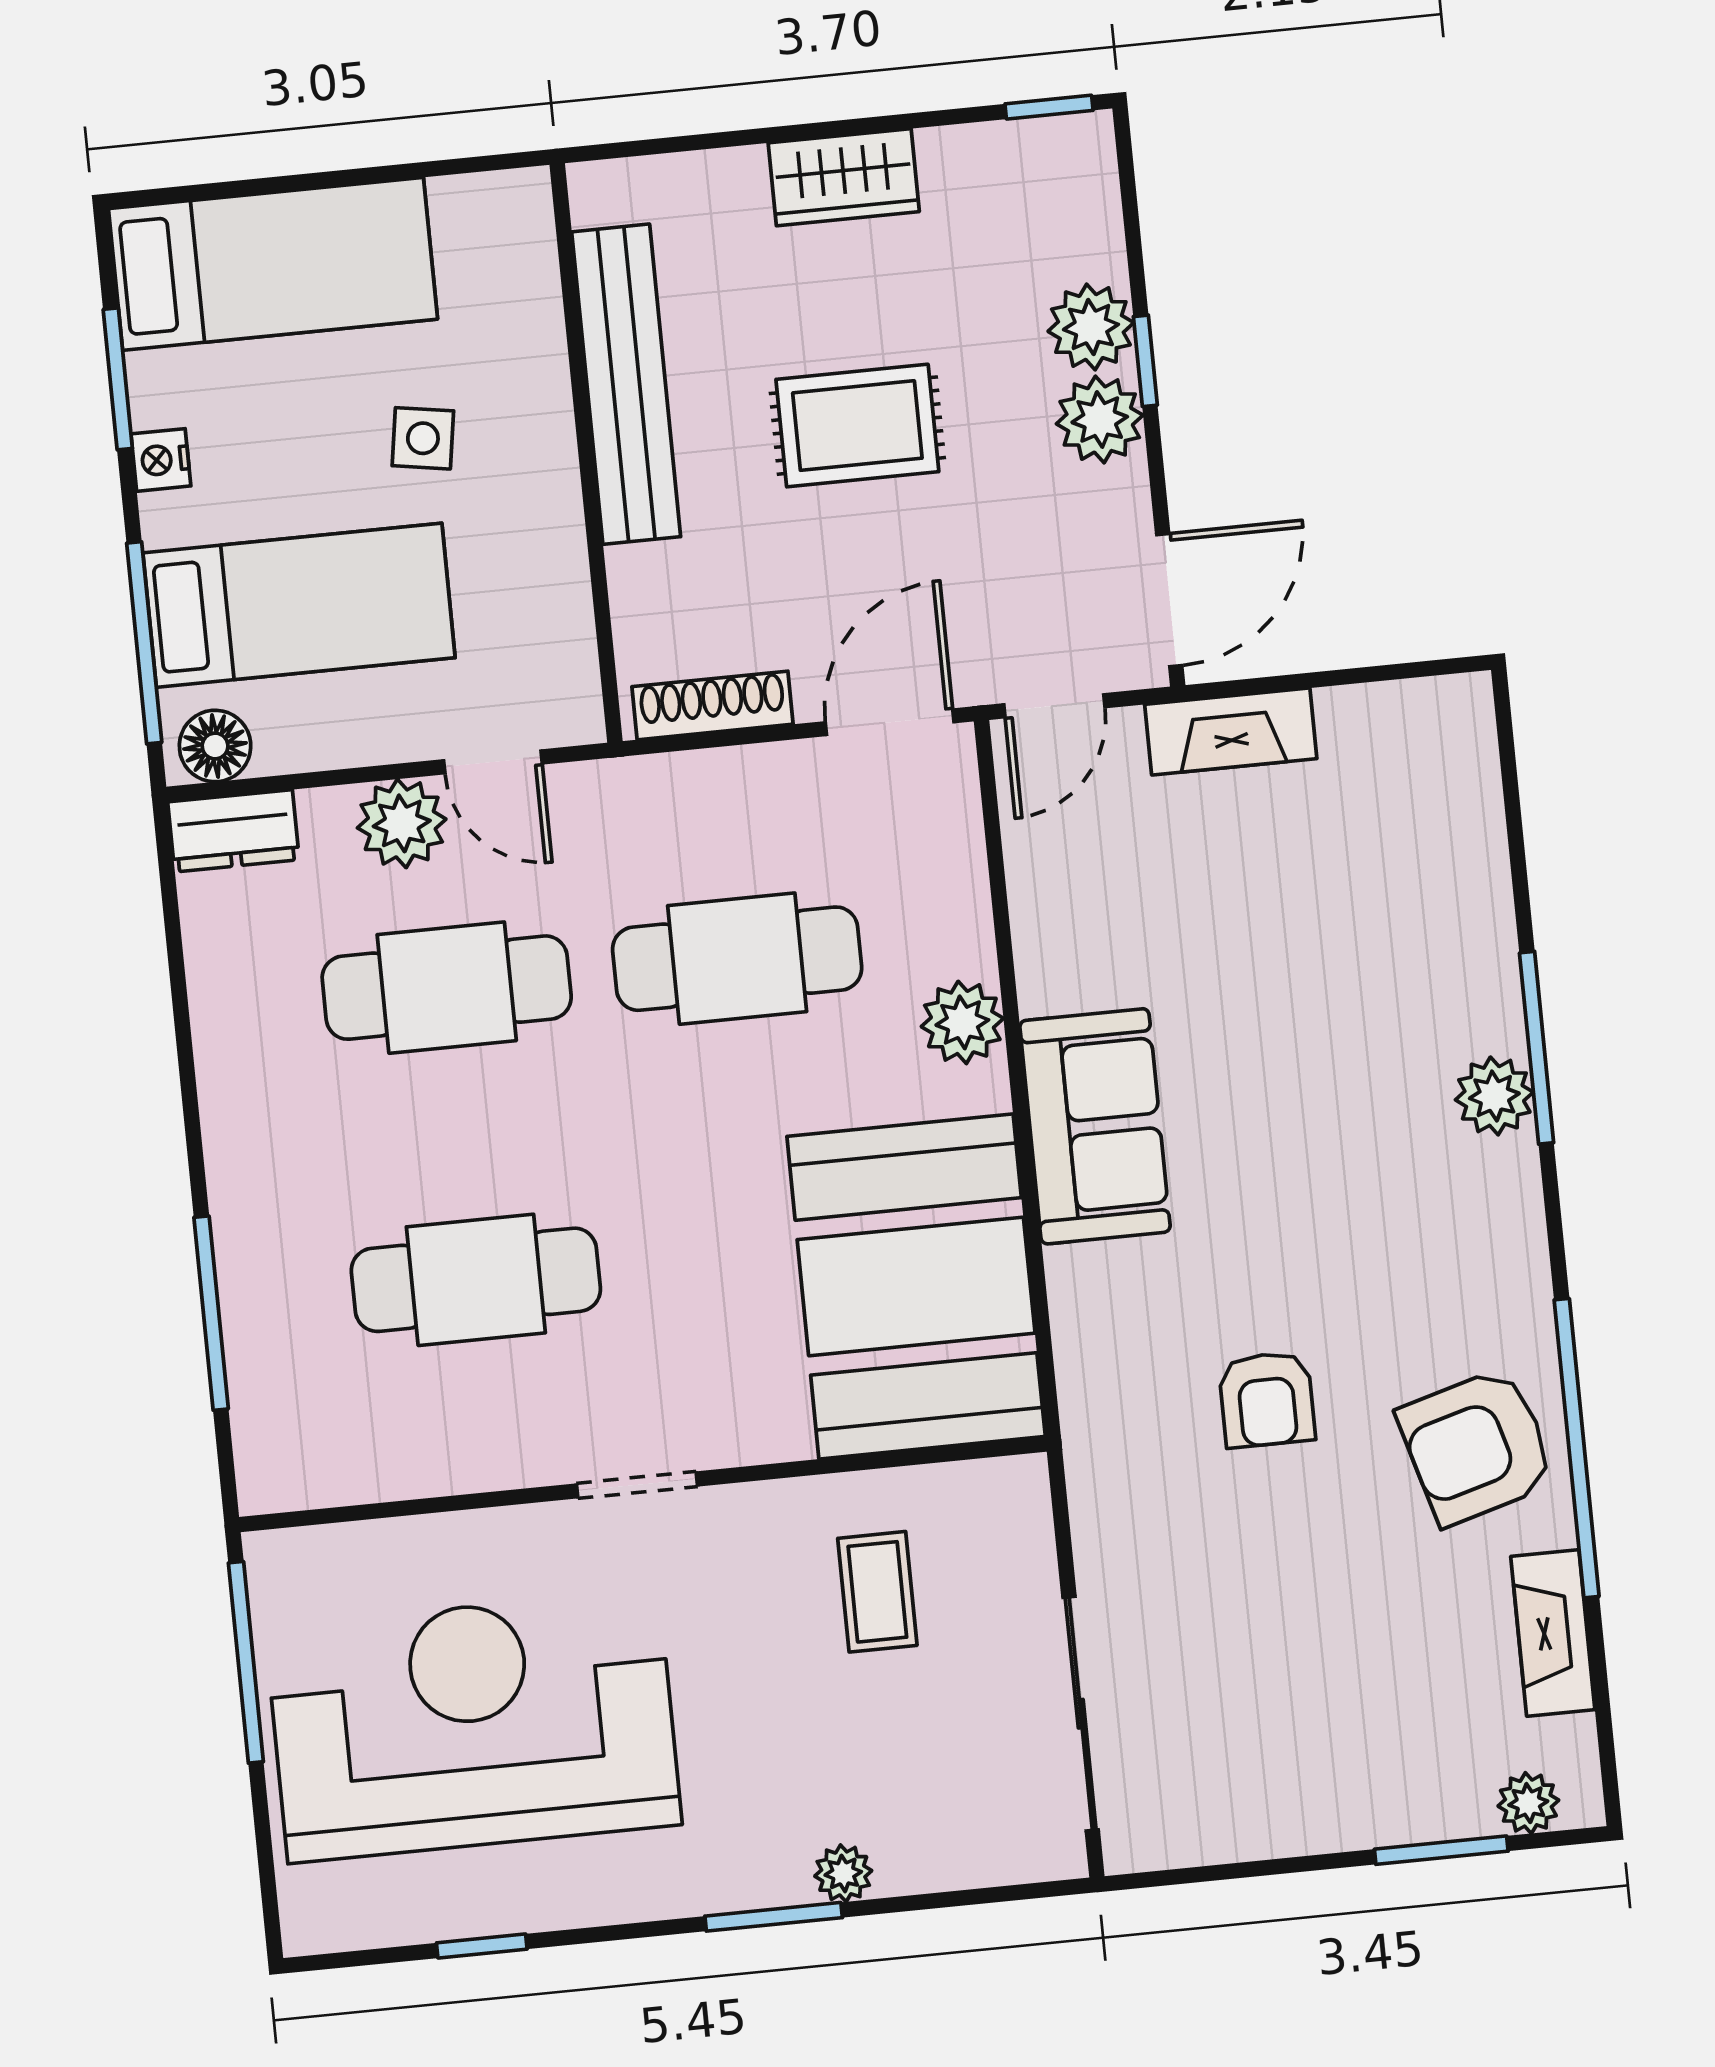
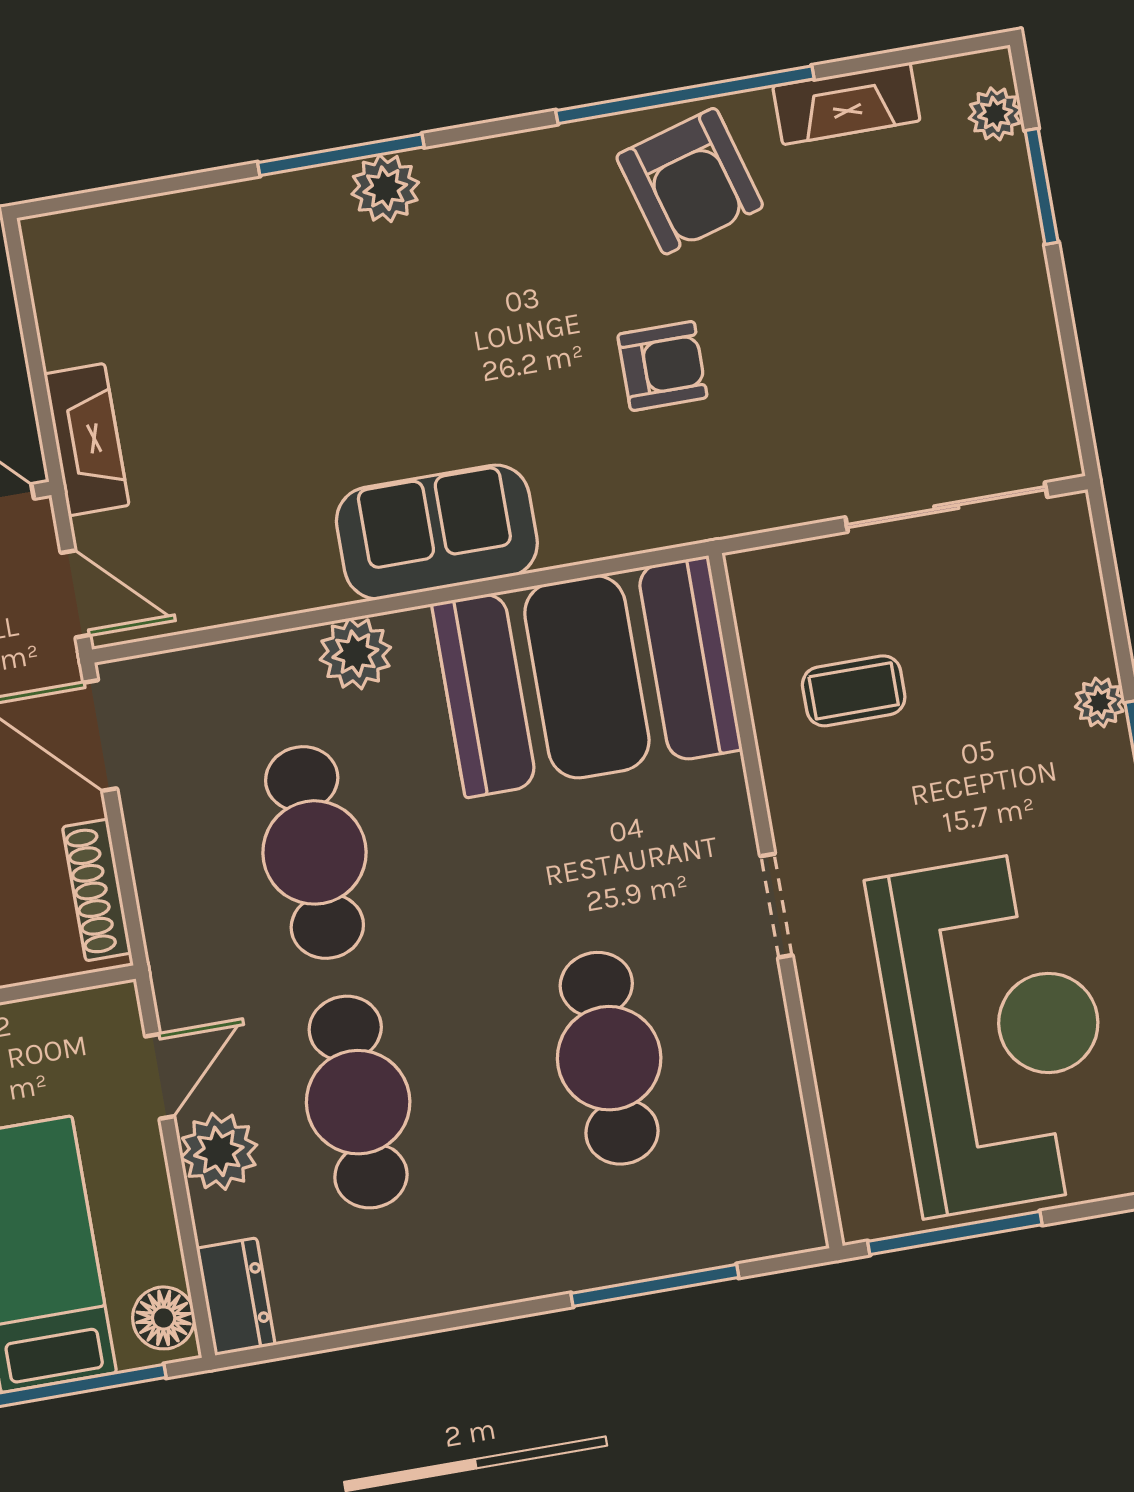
reception desk: (473, 1726) -> (995, 1032), turned 180

